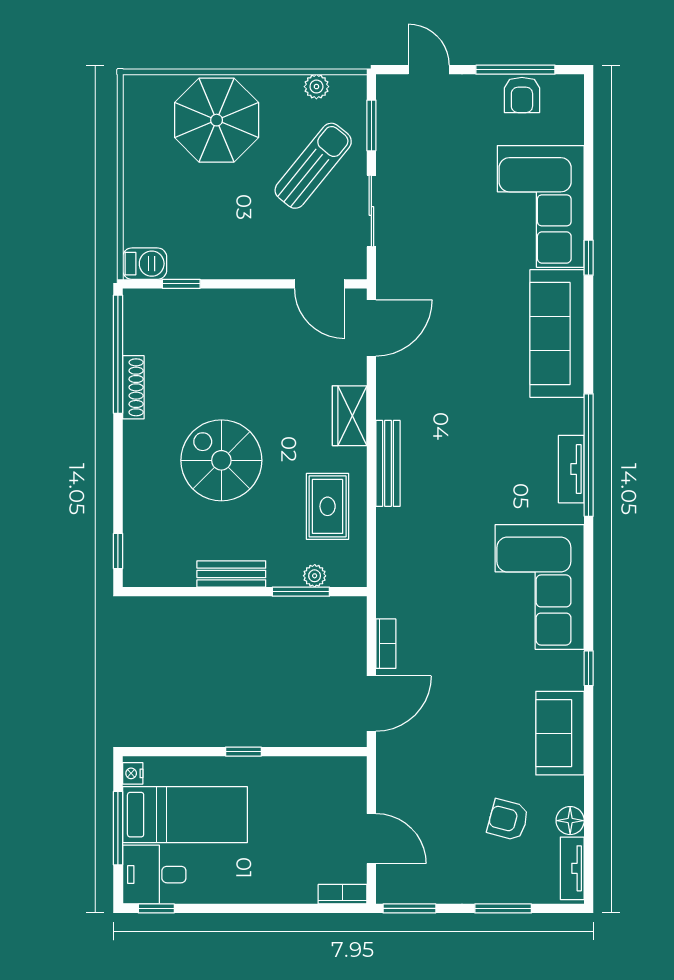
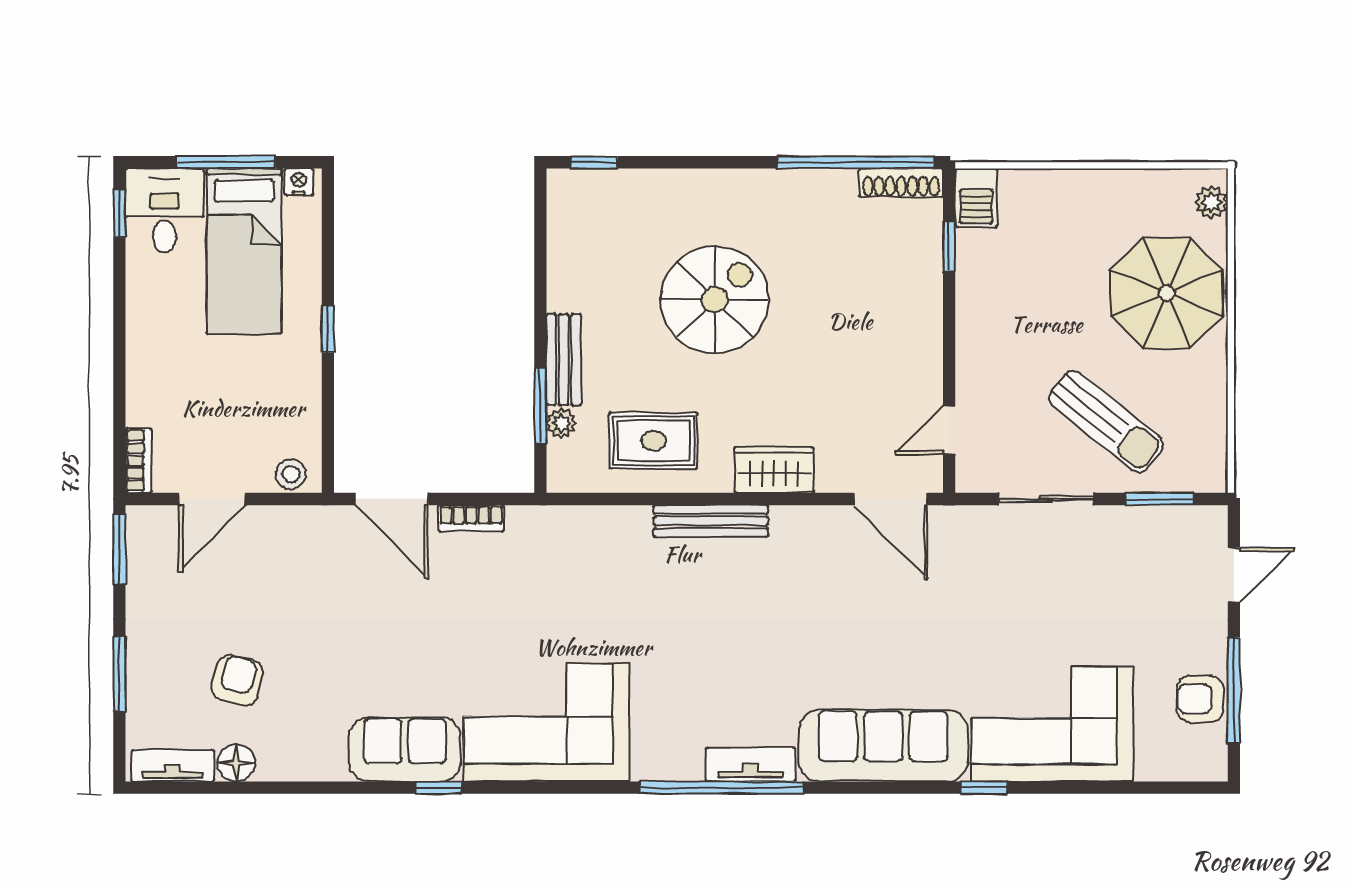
plant: (316, 87) -> (1211, 202), moved
door: (320, 284) -> (949, 430), width x0.73
shoe rack: (133, 387) -> (901, 183), moved
tv unit: (571, 469) -> (751, 764), moved
bench: (231, 574) -> (564, 360), moved
sofa: (560, 733) -> (405, 749), moved
stool: (353, 779) -> (291, 474), added

